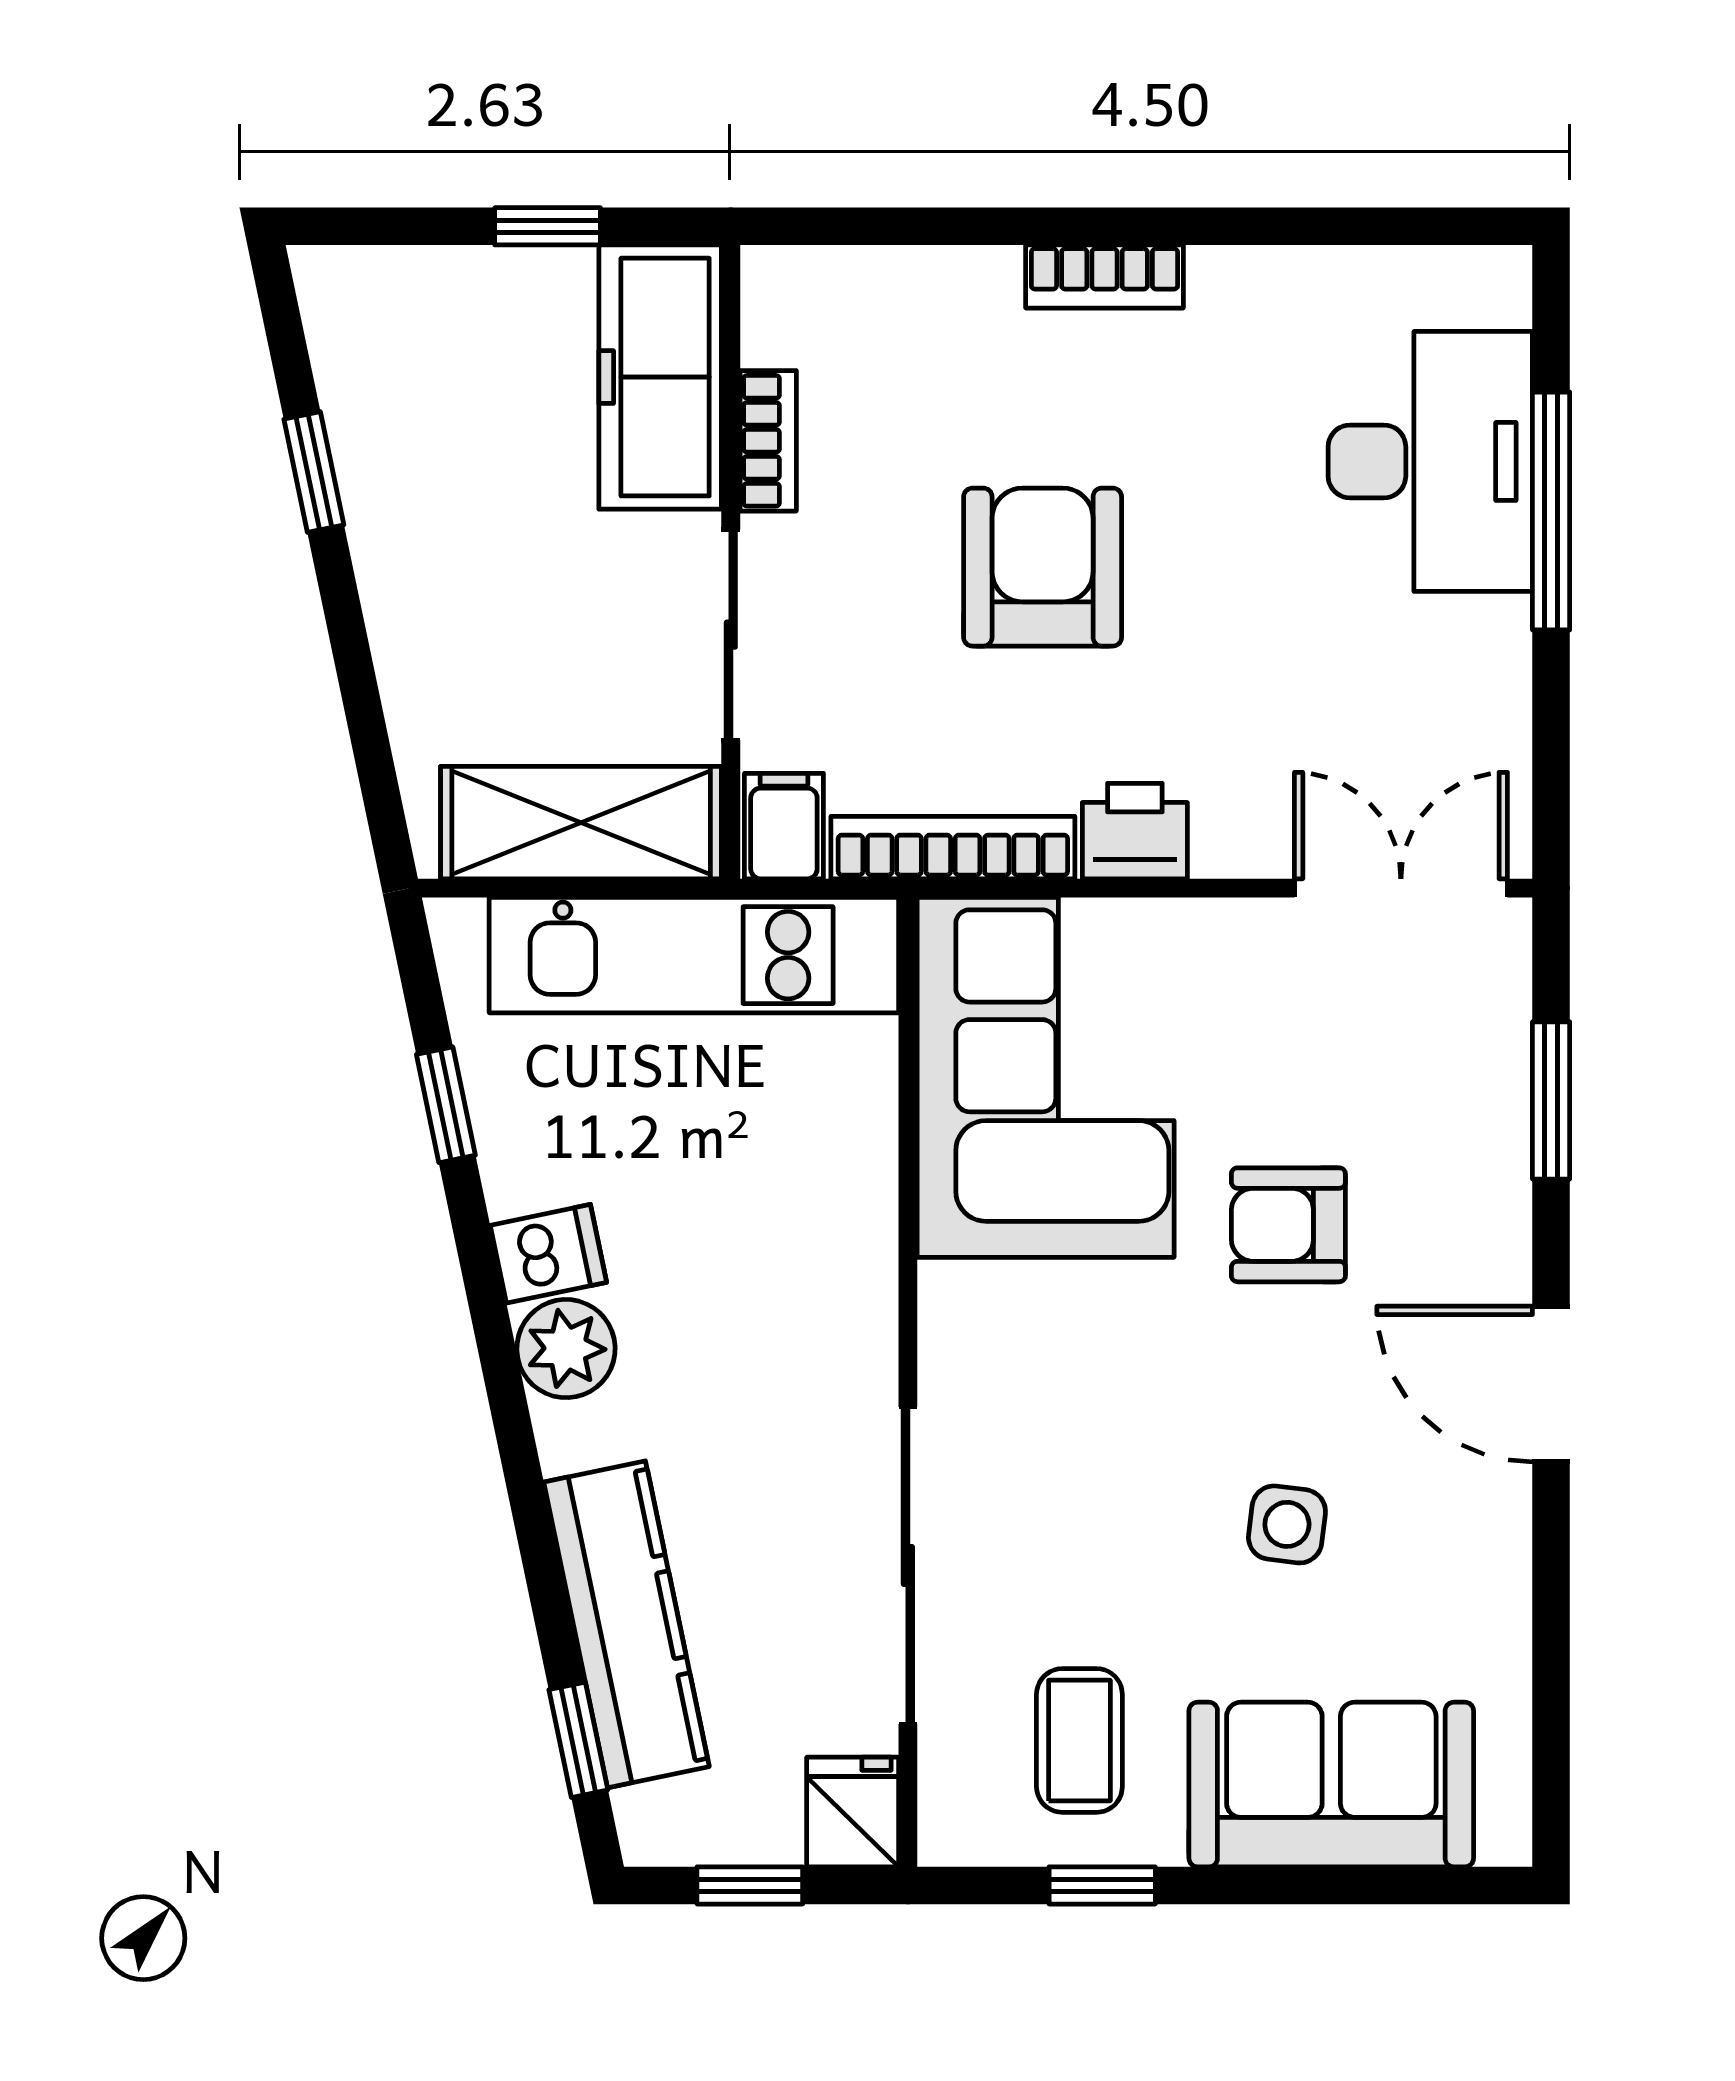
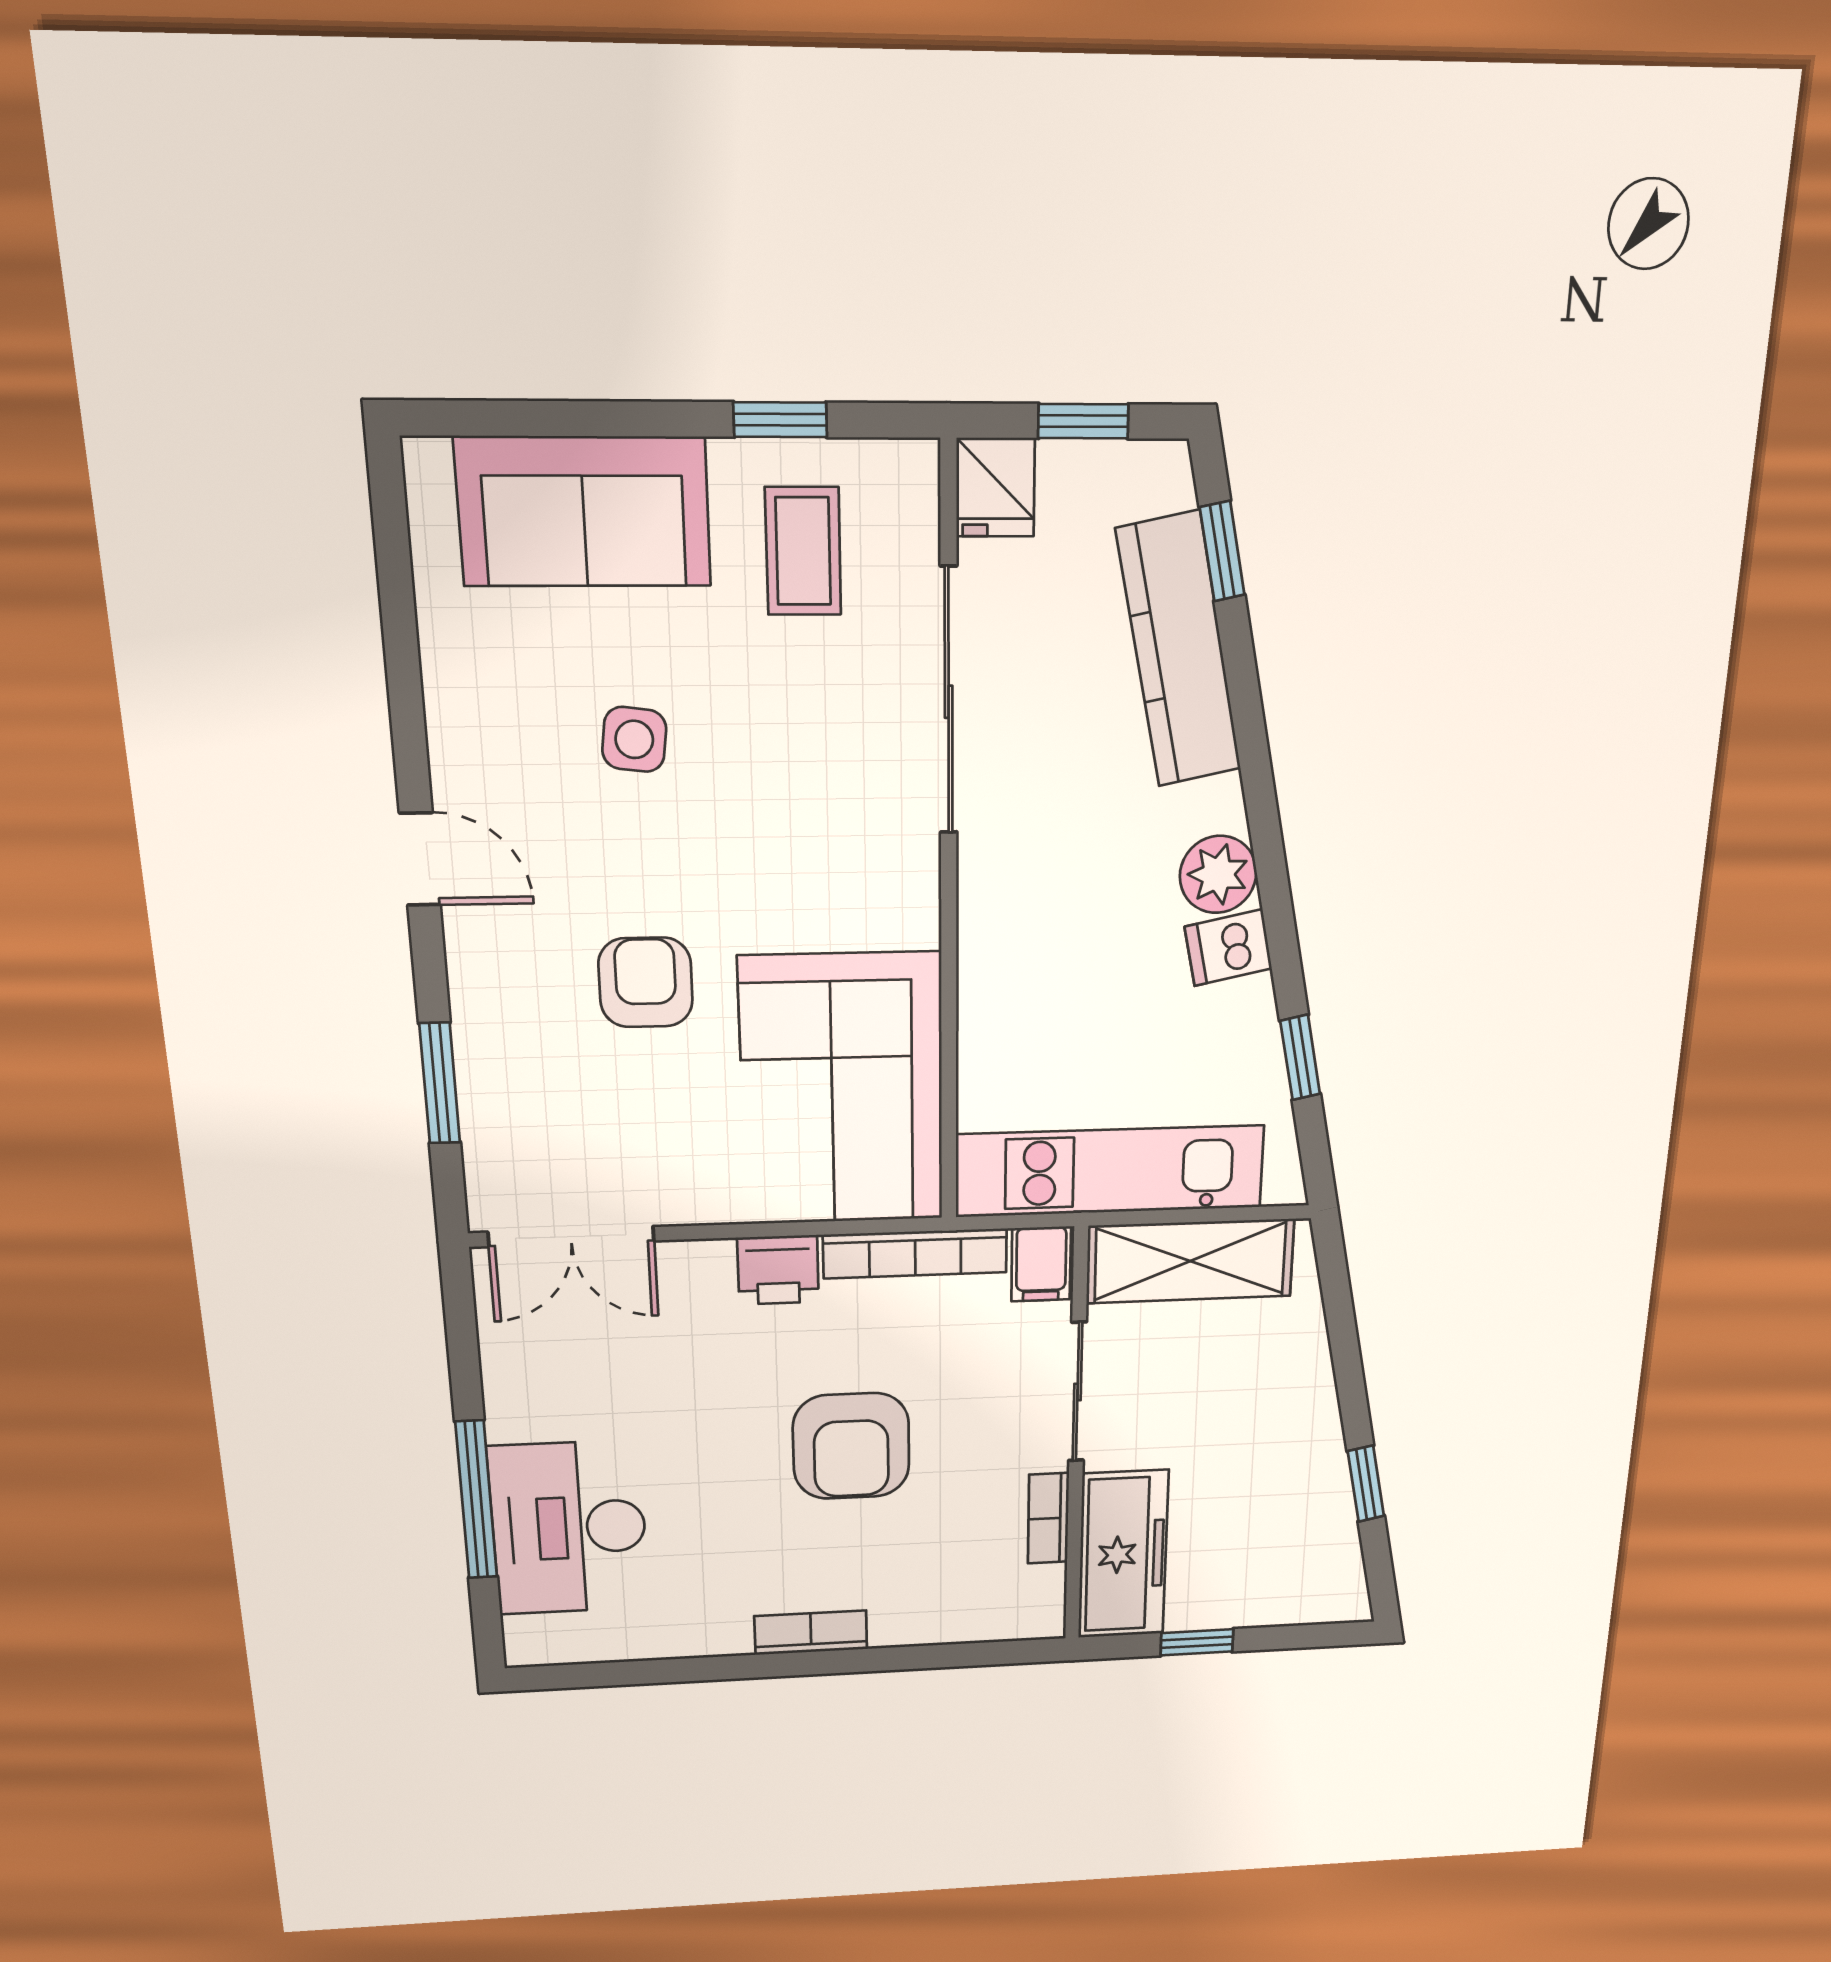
armchair: (1288, 1225) -> (646, 982), turned -90
door: (1551, 1384) -> (420, 859), width x0.73

